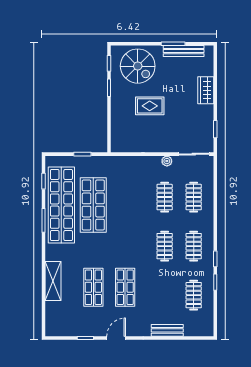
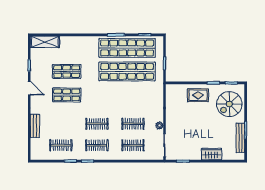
rug: (150, 106) -> (198, 95), moved, turned 90
shop shelf: (93, 205) -> (127, 71), width x1.40
shelving: (53, 281) -> (45, 42), moved

